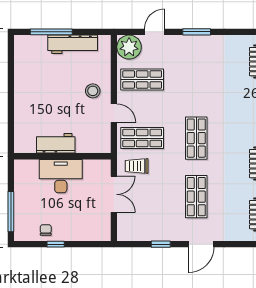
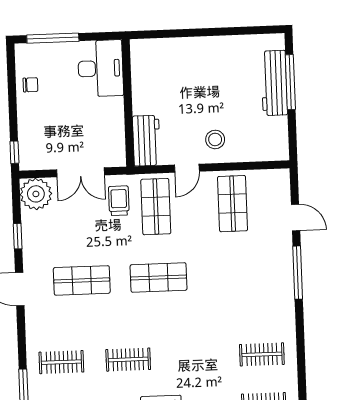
window: (197, 32) -> (298, 273), width x1.44
workbench: (73, 44) -> (274, 83), moved
plant: (129, 47) -> (36, 194), moved
workbench: (56, 143) -> (146, 141), moved
desk: (61, 176) -> (101, 68), moved
window: (56, 244) -> (14, 152), moved

